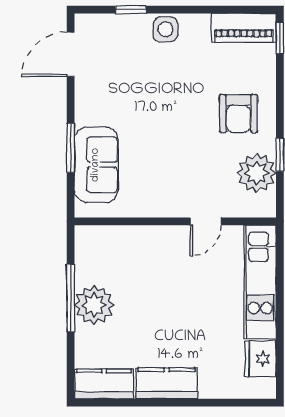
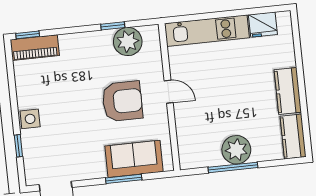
piano: (244, 28) -> (35, 48), moved, turned 90
armchair: (238, 114) -> (122, 101), moved, width x1.36, depth x1.36
door: (206, 221) -> (169, 92), moved

